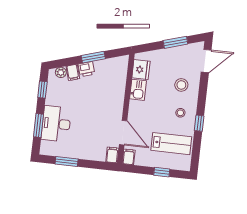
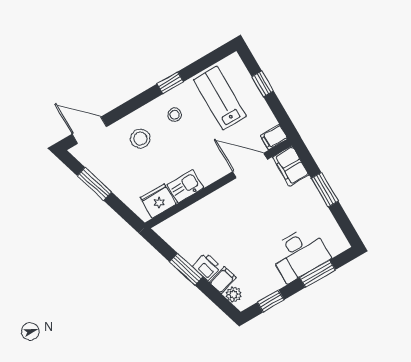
door: (123, 133) -> (250, 166), hinge flipped
filing cabinet: (112, 155) -> (291, 166), width x2.00
window: (67, 161) -> (325, 190), moved

